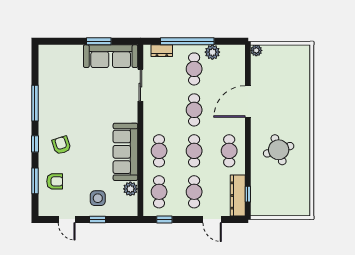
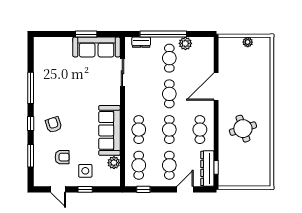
plant: (256, 50) -> (248, 42), moved
armchair: (55, 181) -> (62, 157), moved
door: (212, 219) -> (185, 189), swing flipped

